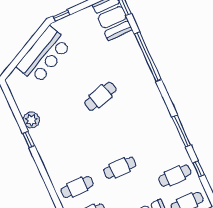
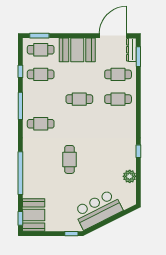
cafe table: (100, 96) -> (70, 159), turned -75
plant: (31, 120) -> (130, 176), moved
cafe table: (150, 121) -> (41, 124), added

